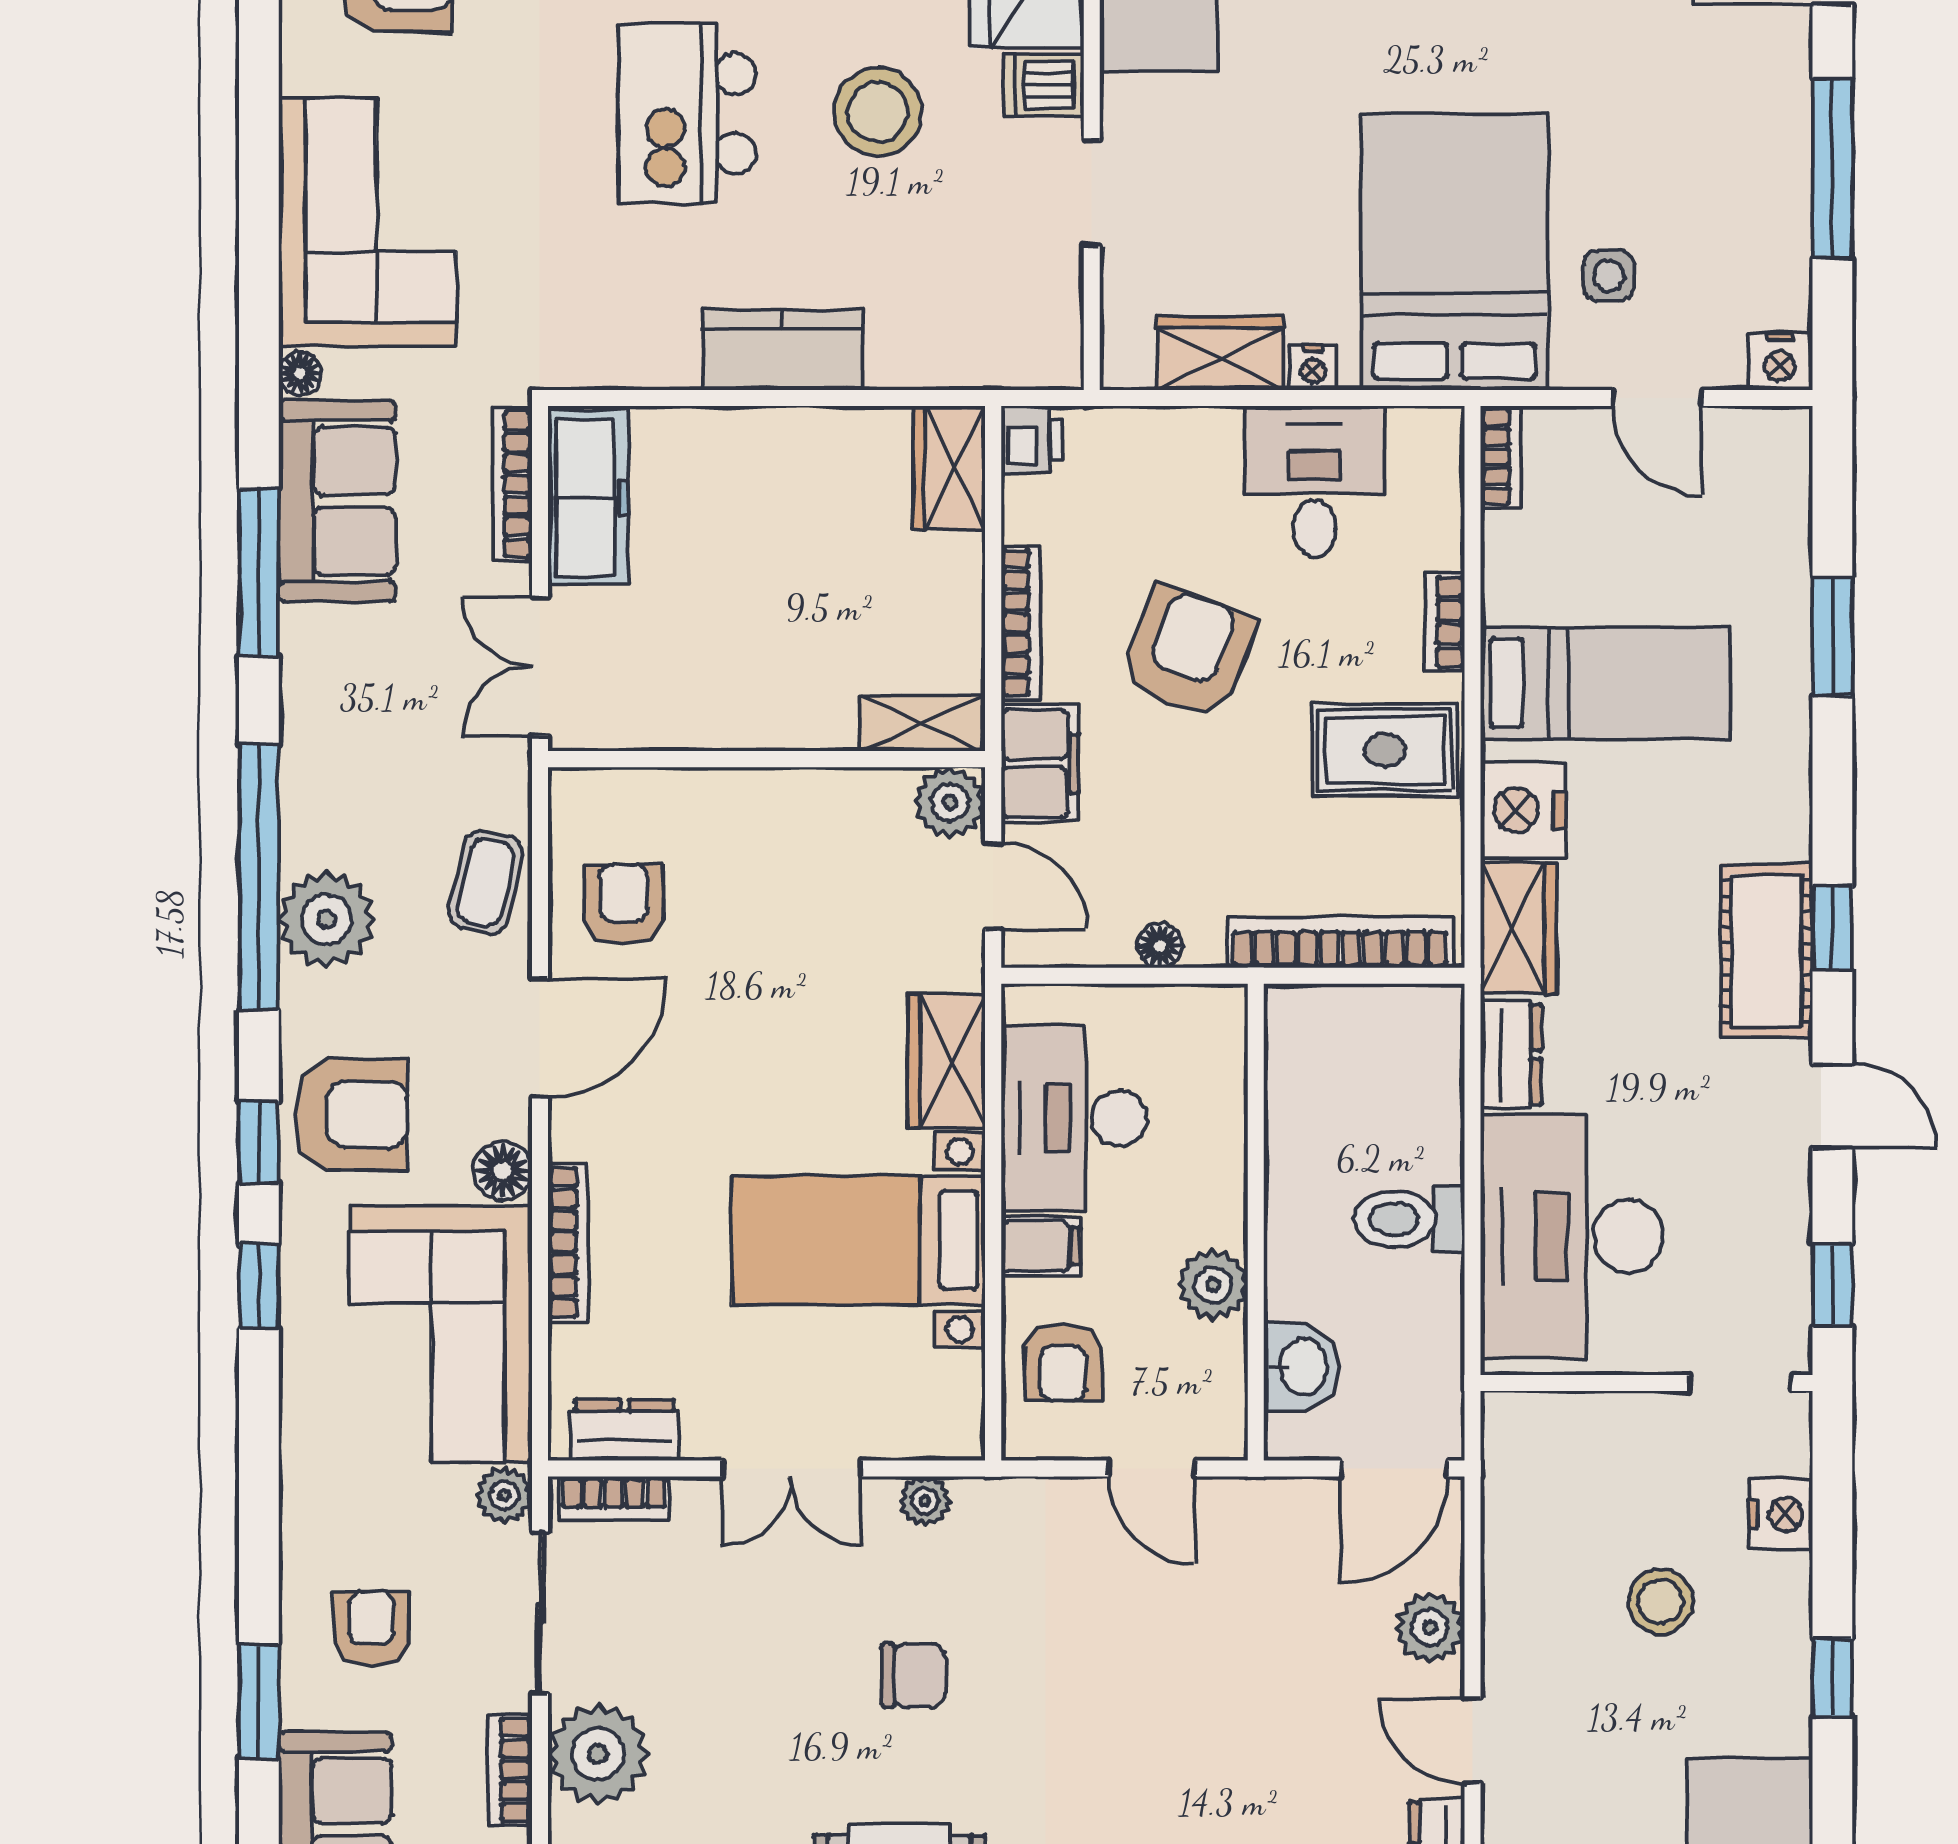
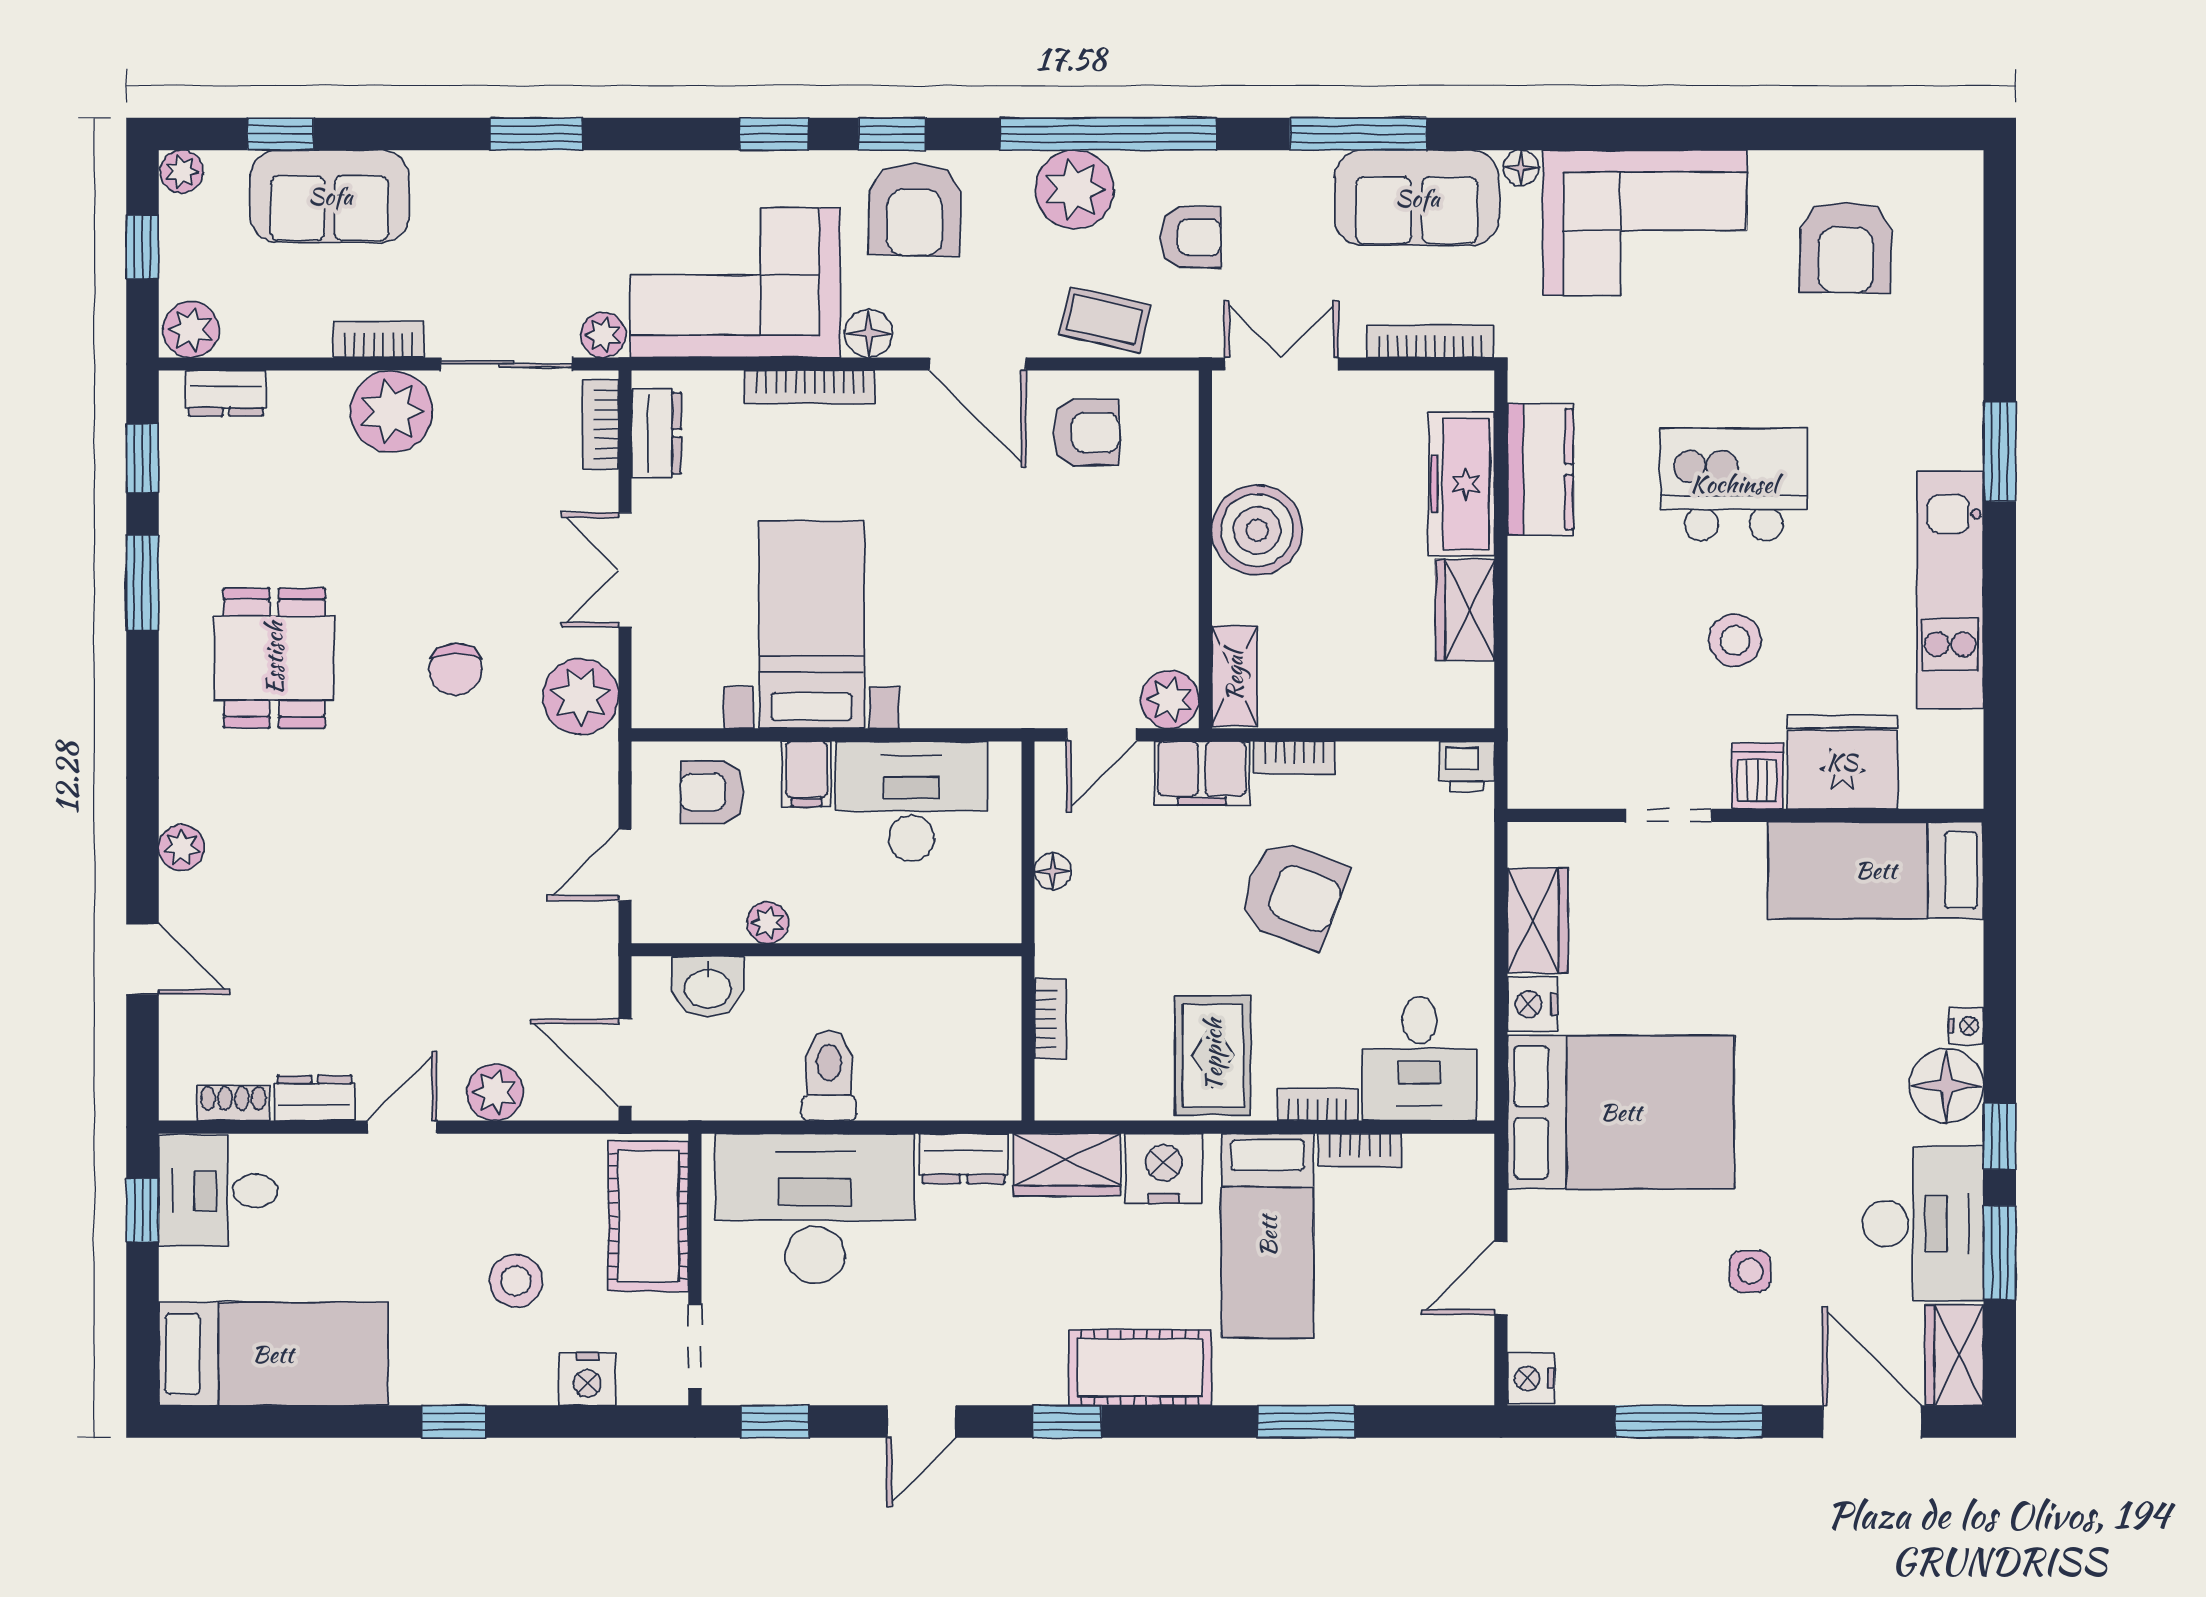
stool: (878, 112) -> (1735, 640), width x0.73, depth x0.73
side table: (1609, 276) -> (1750, 1271), moved
kitchen counter: (782, 350) -> (1540, 469), moved
nightstand: (1313, 367) -> (1532, 1004), width x1.39, depth x1.35
bookcase: (1501, 457) -> (1360, 1150), moved
wardrobe: (949, 468) -> (1465, 610), moved, turned -90
desk: (1314, 482) -> (1420, 1059), moved, turned 90
freezer: (588, 498) -> (1461, 484), moved, turned 90
bookcase: (1021, 623) -> (1294, 757), width x0.64
boiler: (743, 696) -> (1257, 530), added
bookcase: (1340, 942) -> (1050, 1019), width x0.43, depth x0.76
cot: (1766, 951) -> (1140, 1368), moved
wardrobe: (946, 1061) -> (958, 697), removed
plant: (1213, 1285) -> (768, 923), width x0.73, depth x0.73
cot: (1581, 1440) -> (648, 1216), added
plant: (925, 1501) -> (581, 697), width x1.88, depth x1.88
armchair: (371, 1628) -> (1191, 237), moved
window: (259, 1701) -> (536, 134), moved

